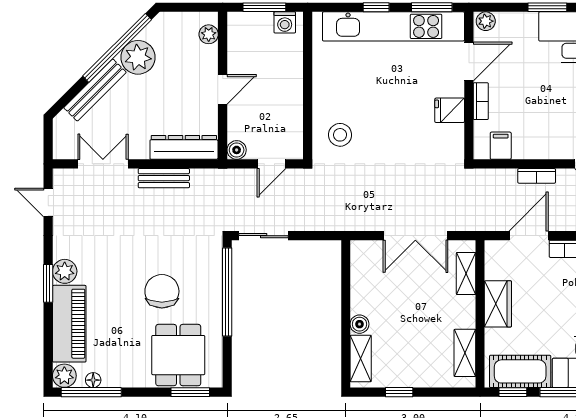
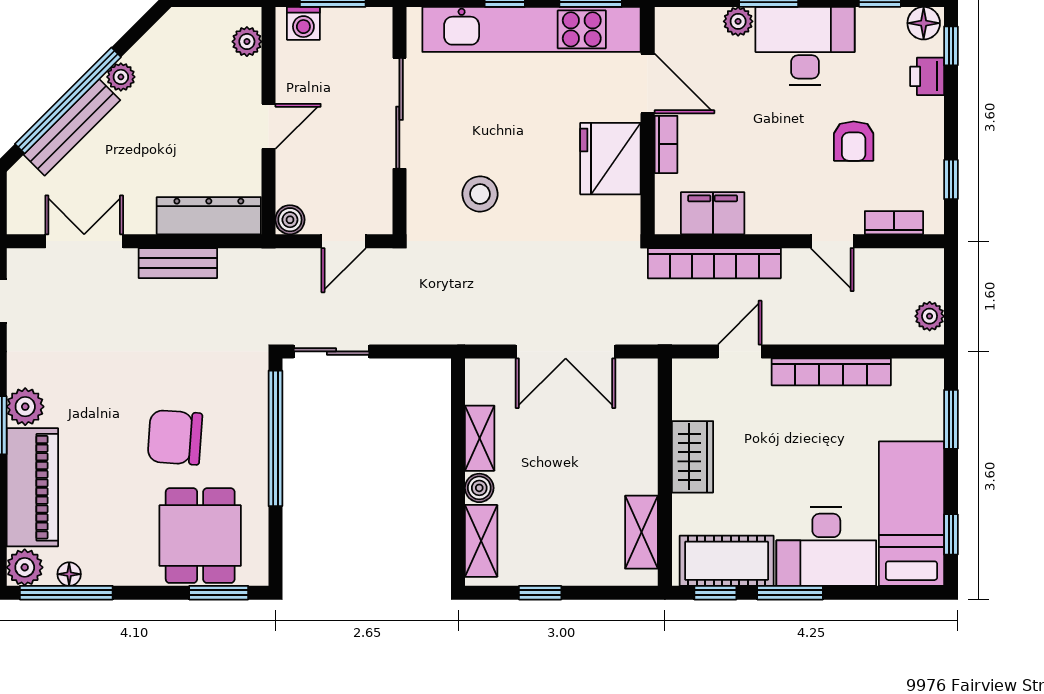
plant: (486, 21) -> (738, 21), moved
washing machine: (285, 22) -> (303, 23), moved
window: (117, 48) -> (68, 100), moved
plant: (138, 57) -> (121, 77), width x0.53, depth x0.53
door: (469, 62) -> (648, 83), hinge flipped
sliding door: (308, 81) -> (399, 113), added
fridge: (450, 110) -> (610, 159), width x1.88, depth x1.34
stool: (340, 135) -> (480, 194), moved
filing cabinet: (501, 146) -> (713, 213), width x2.00
bookcase: (537, 176) -> (714, 263), width x2.31, depth x1.31
door: (529, 236) -> (740, 351), width x0.73
shelving: (466, 273) -> (480, 438), moved
chair: (162, 291) -> (175, 437), turned -86

